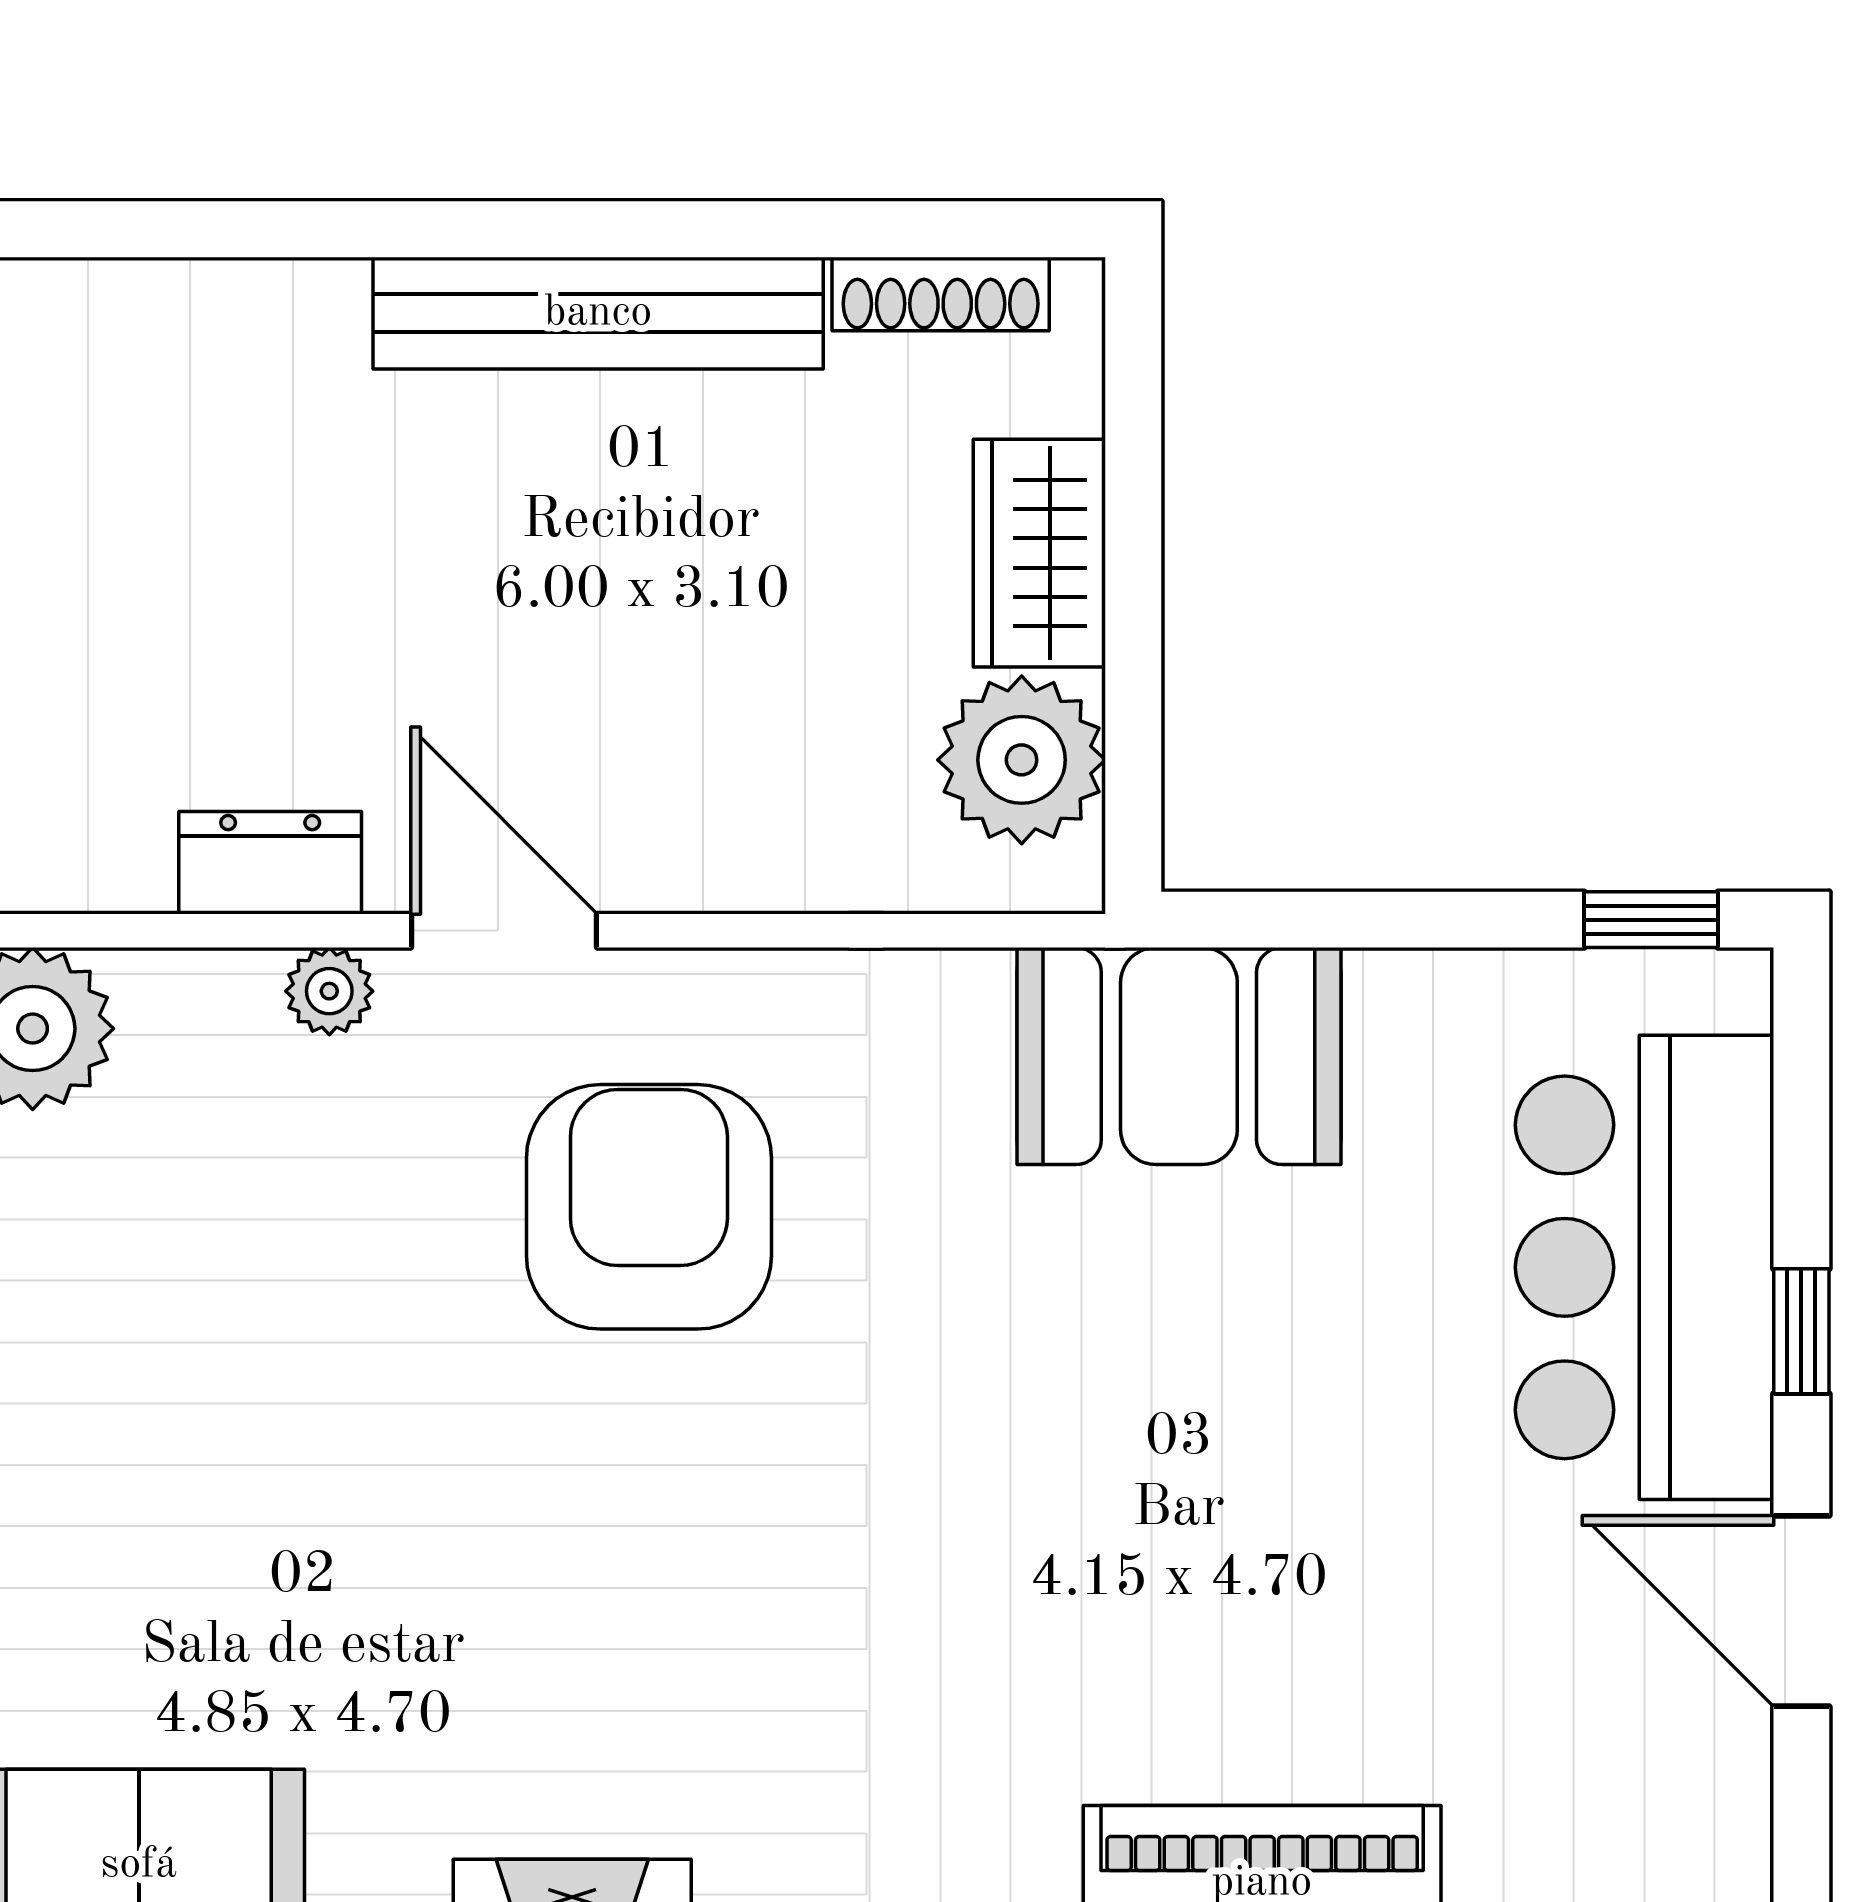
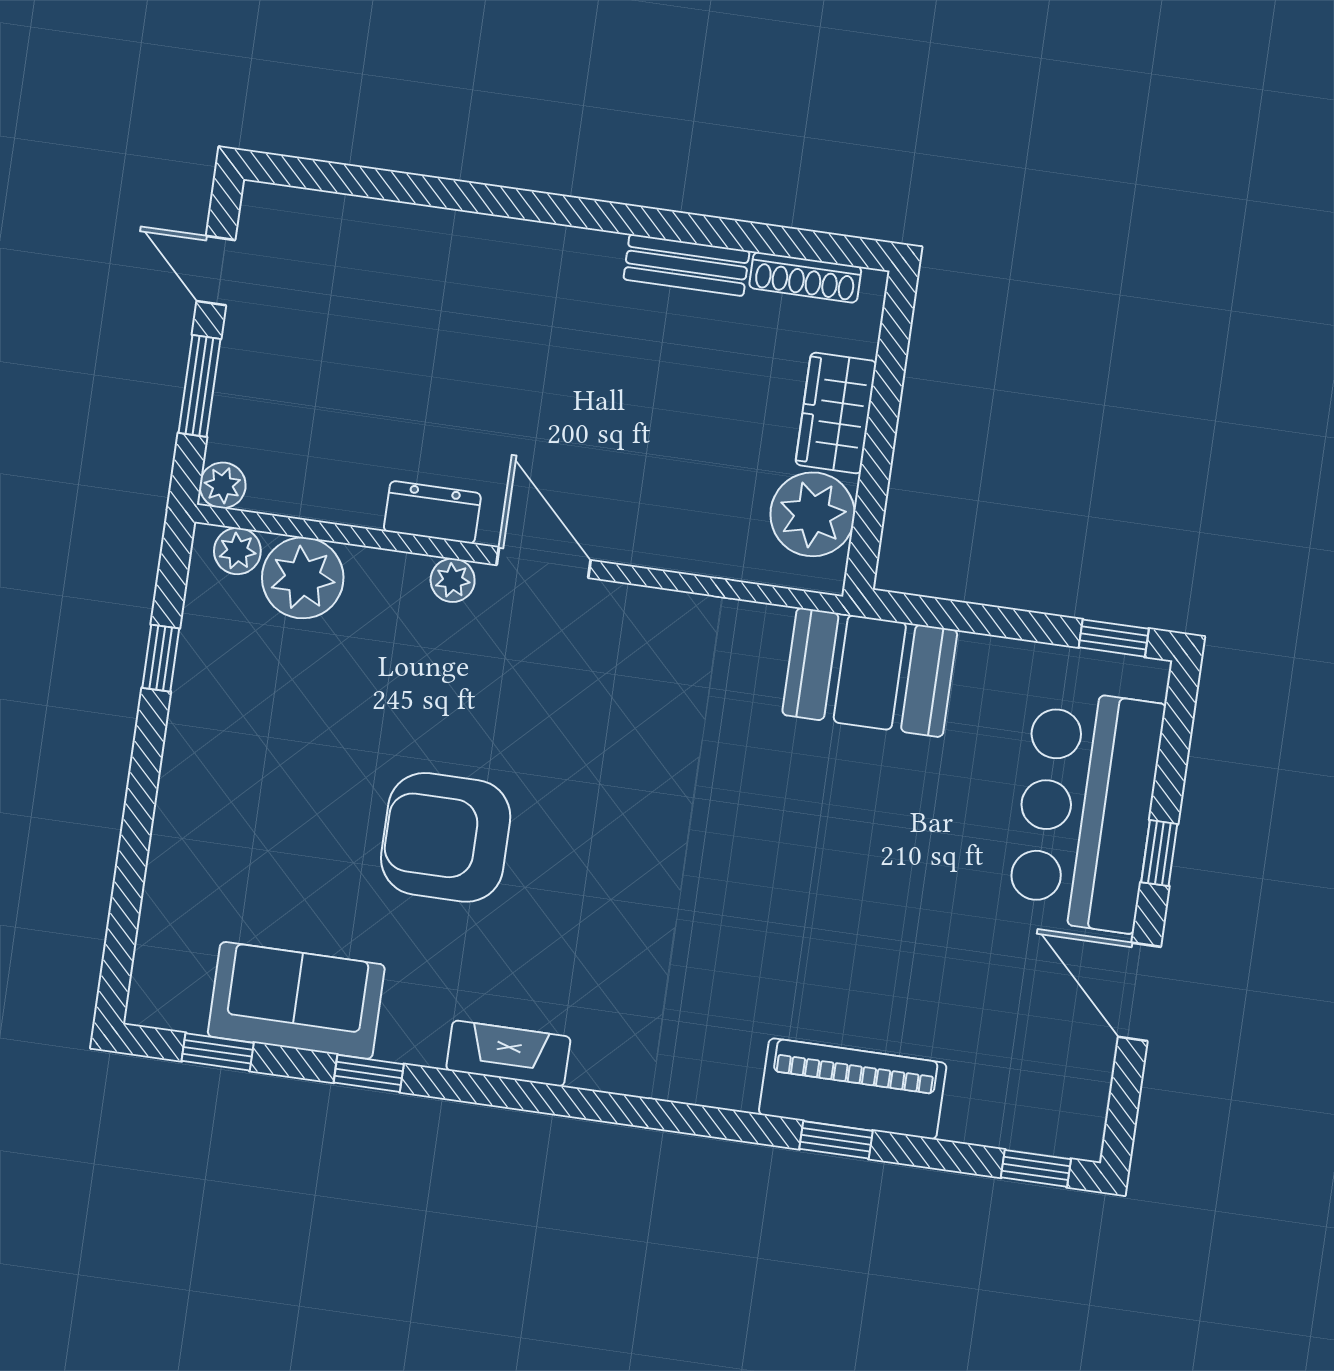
bench: (598, 313) -> (686, 265), width x0.54, depth x0.82
armchair: (649, 1207) -> (446, 837), moved, turned -90

